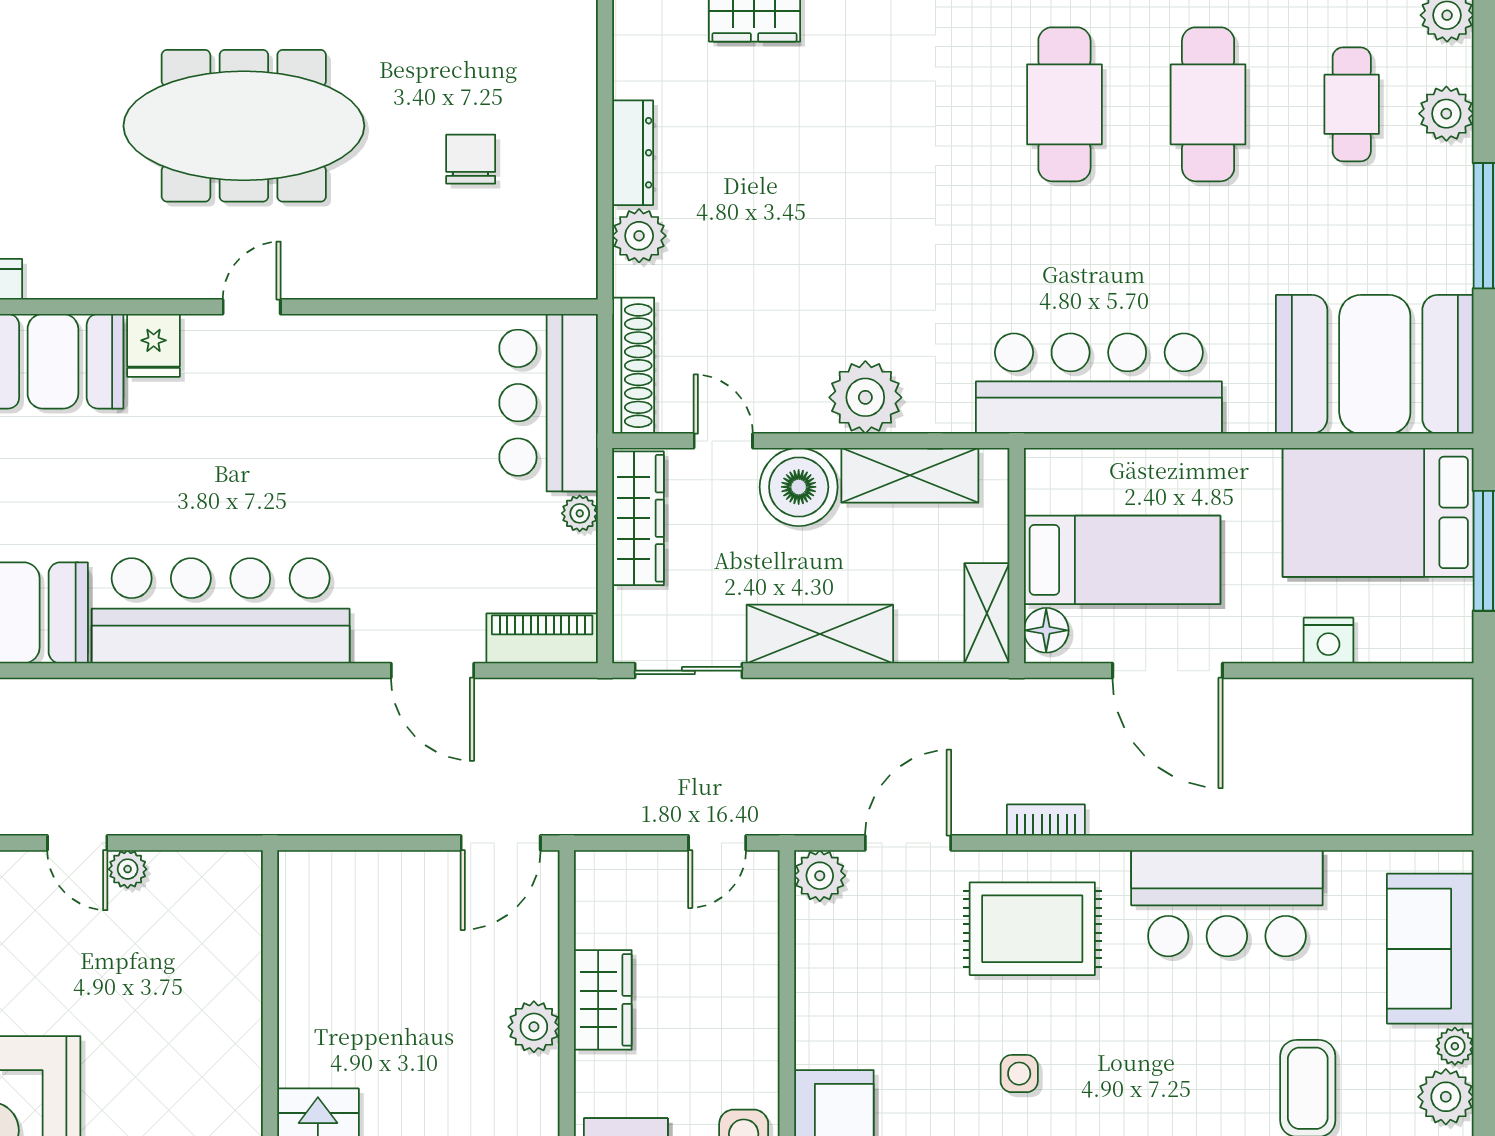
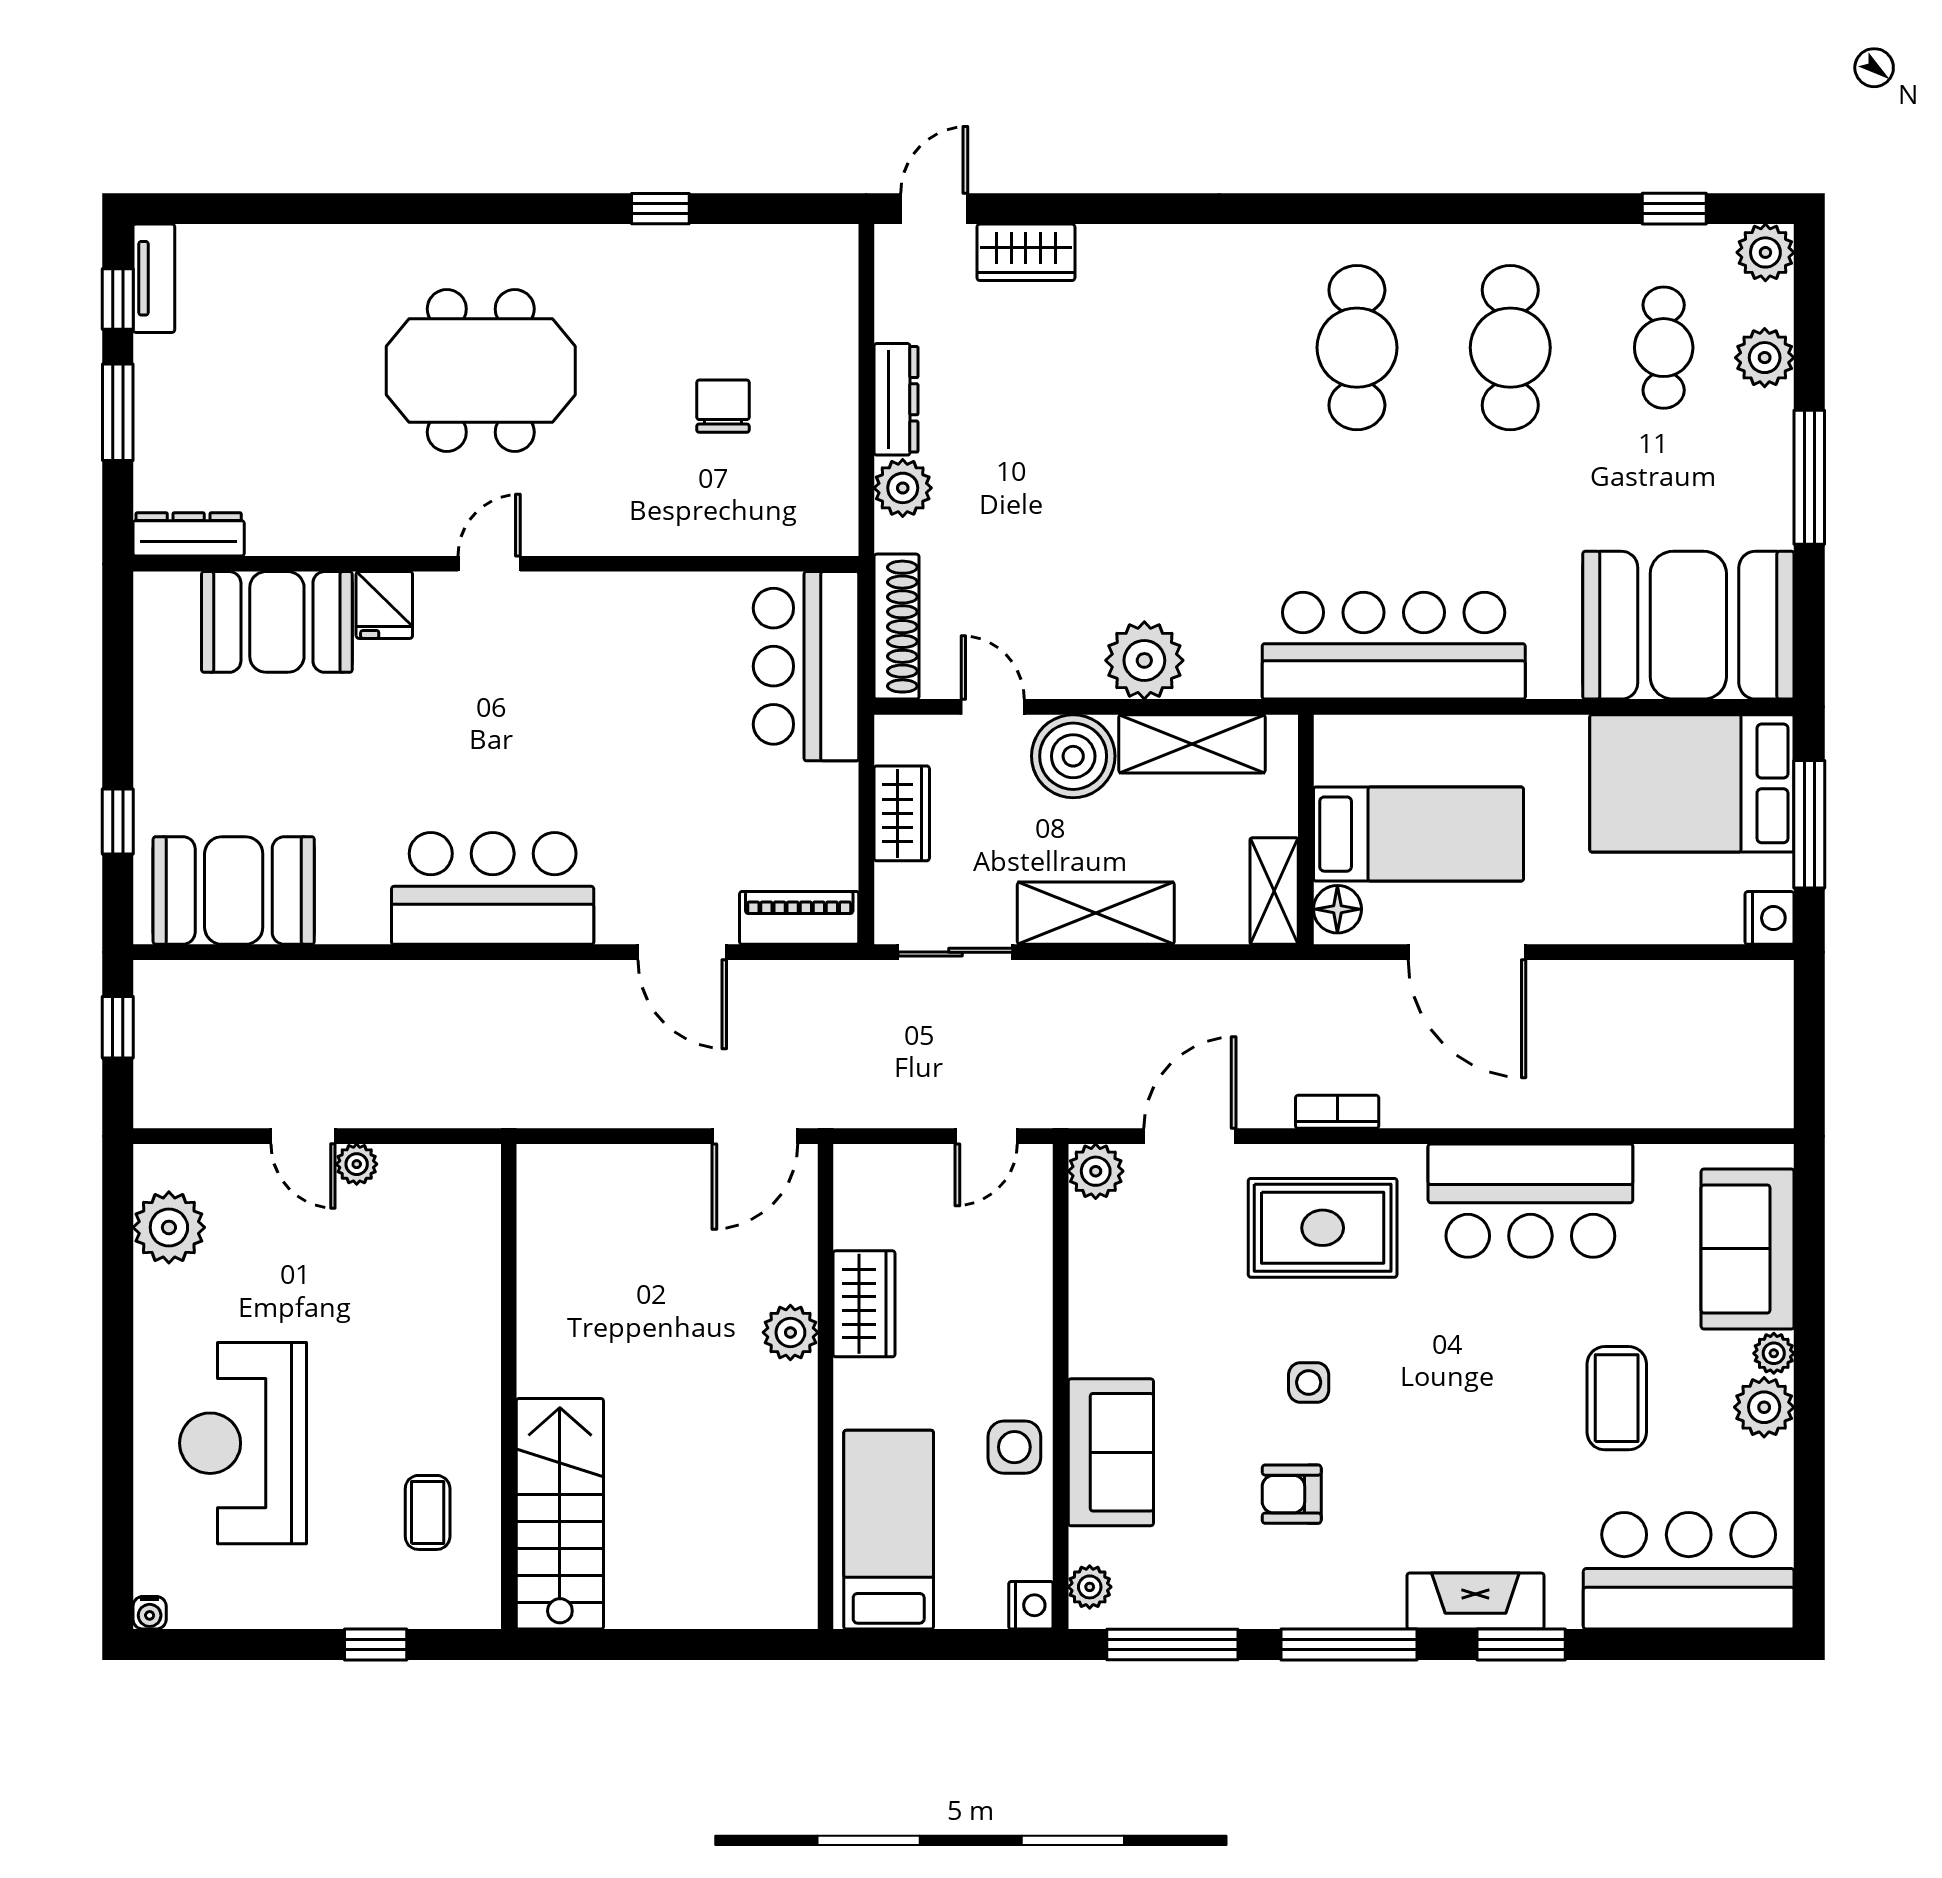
meeting table: (244, 126) -> (481, 371), width x0.73
plant: (580, 513) -> (839, 784), removed
wardrobe: (638, 518) -> (902, 813), width x0.67
bar counter: (221, 611) -> (493, 888), width x0.73
nightstand: (1328, 641) -> (1769, 918), moved, turned -90

